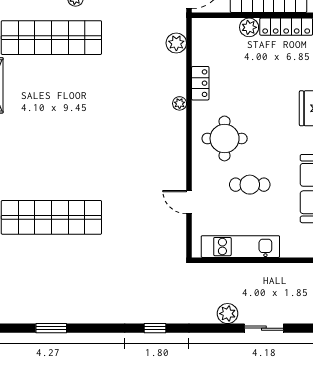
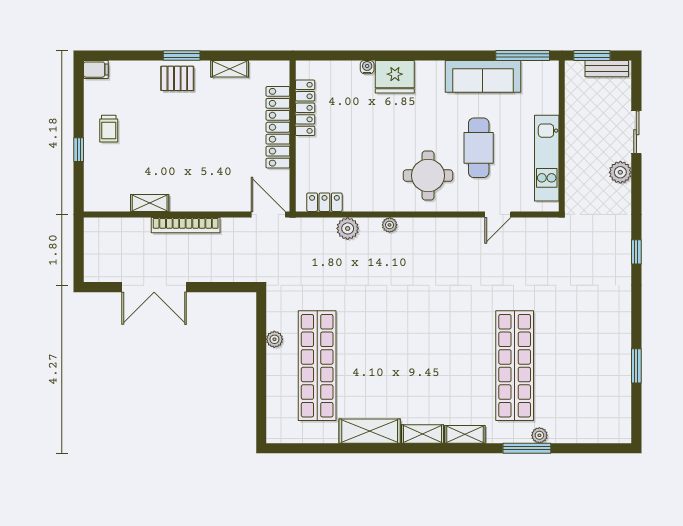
plant: (249, 27) -> (306, 149), removed
plant: (176, 43) -> (348, 228), moved
locker: (200, 83) -> (324, 202), moved
cafe table: (250, 185) -> (479, 148), width x1.37, depth x1.35

